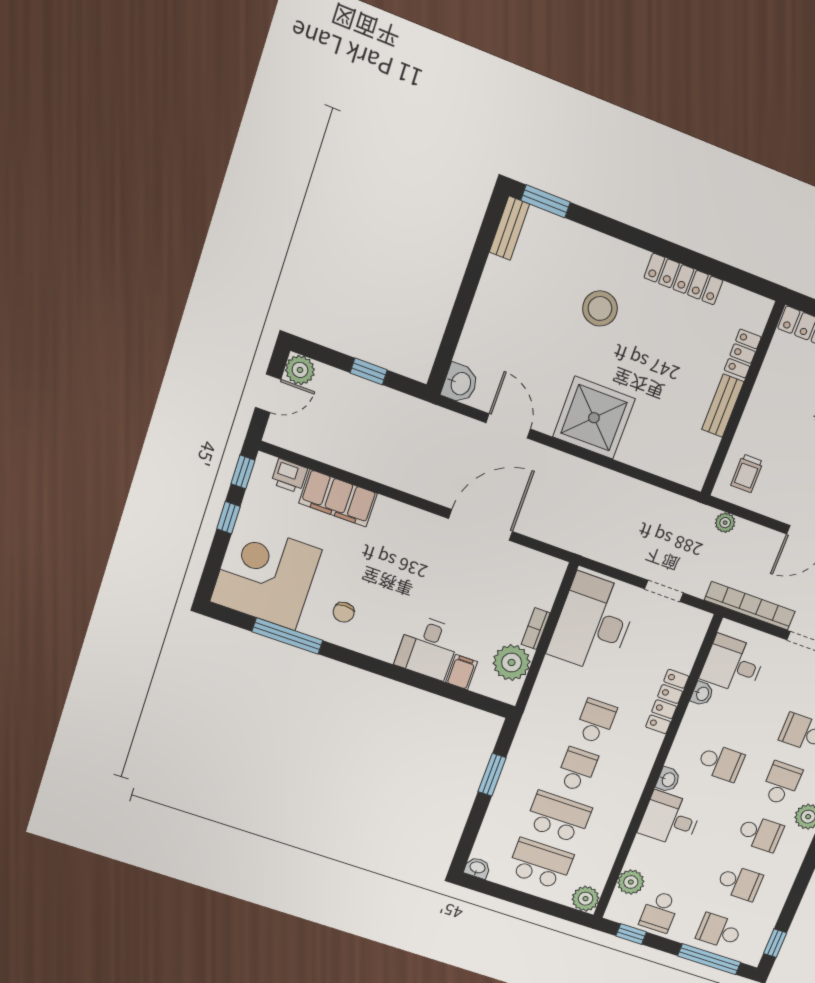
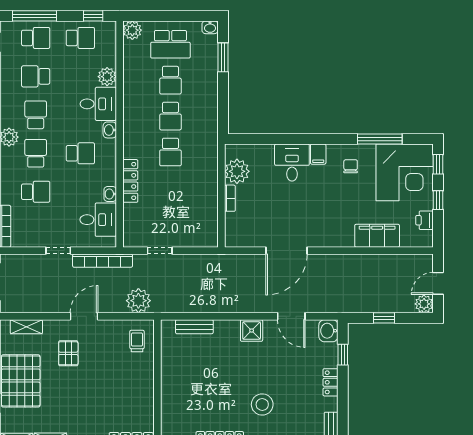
window: (451, 339) -> (343, 355), added
locker: (743, 354) -> (331, 382), moved, turned 180
bench: (723, 406) -> (194, 327), moved, turned 90
shower: (594, 418) -> (252, 331), width x0.54, depth x0.54
window: (243, 472) -> (438, 164), moved
printer: (289, 476) -> (424, 220), moved, turned -90
plant: (725, 523) -> (138, 301), width x1.87, depth x1.87
desk: (593, 623) -> (196, 214), removed
filing cabinet: (461, 672) -> (318, 154), moved
school desk: (721, 762) -> (80, 153), turned 180
window: (492, 775) -> (223, 57), moved
school desk: (781, 783) -> (36, 153), turned 180
school desk: (559, 817) -> (170, 80), width x0.54
school desk: (760, 833) -> (36, 115), turned 90
plant: (631, 882) -> (107, 77), moved
school desk: (660, 912) -> (80, 38), turned 90

